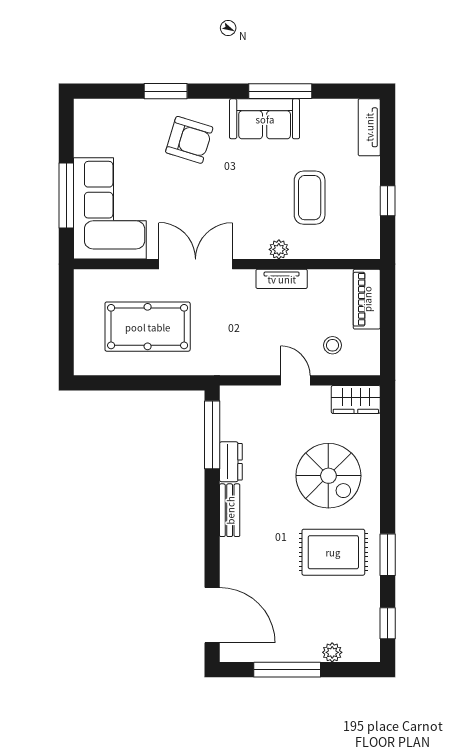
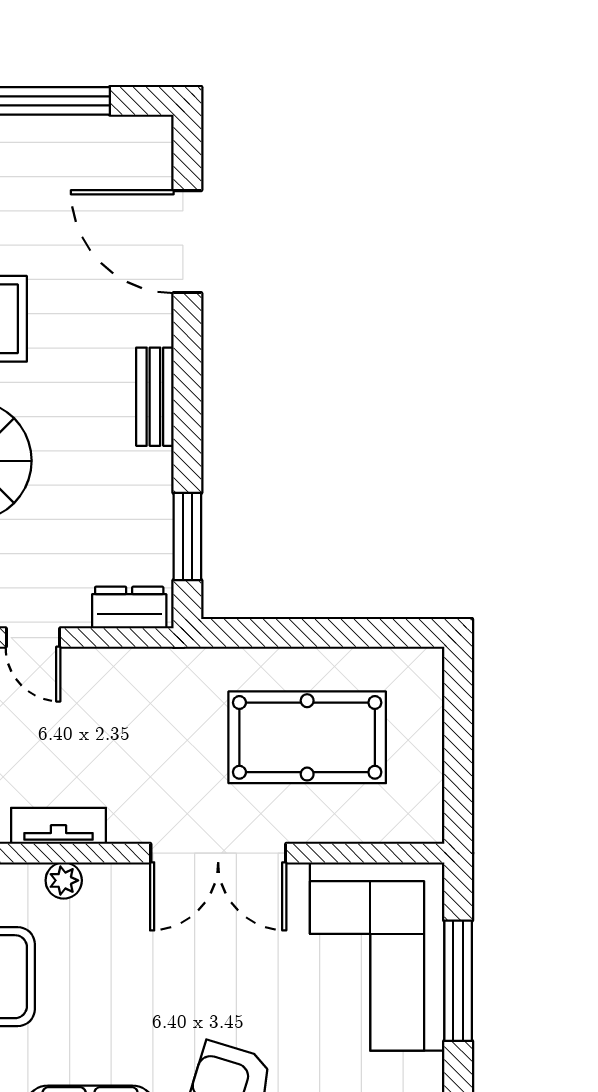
window: (212, 435) -> (187, 536), width x0.69
dresser: (231, 462) -> (129, 608), moved, turned 90
door: (212, 615) -> (187, 242), moved

